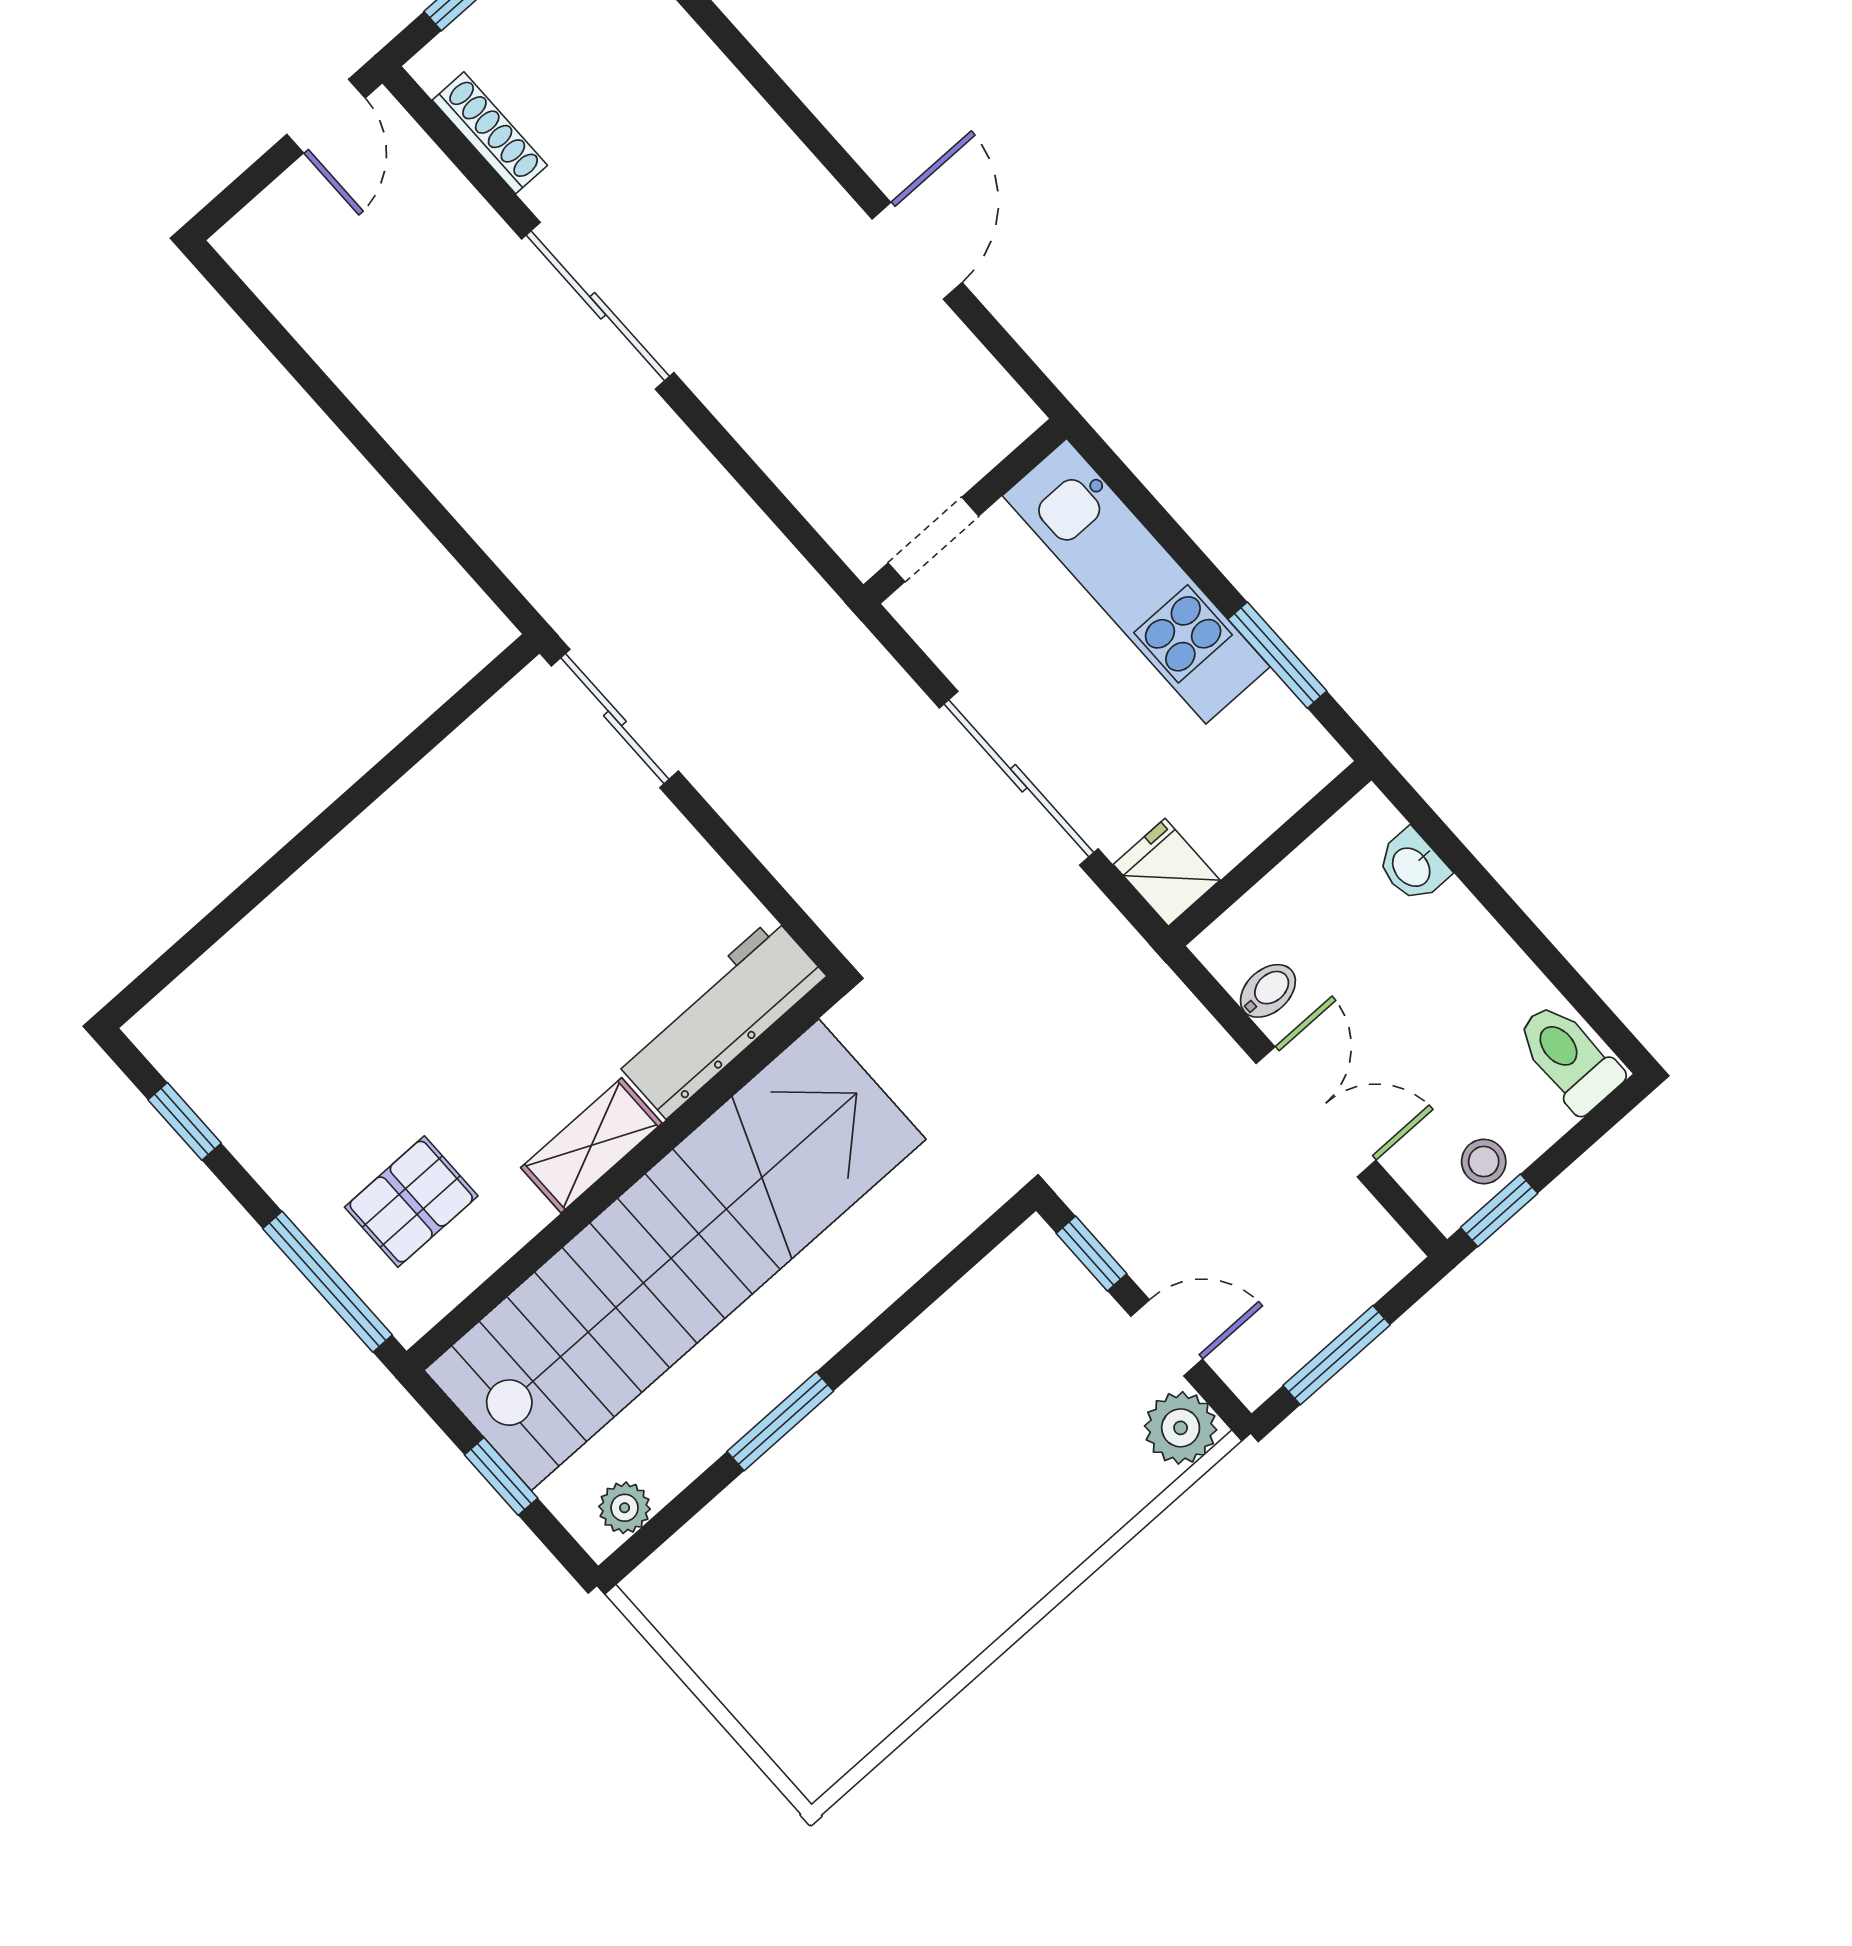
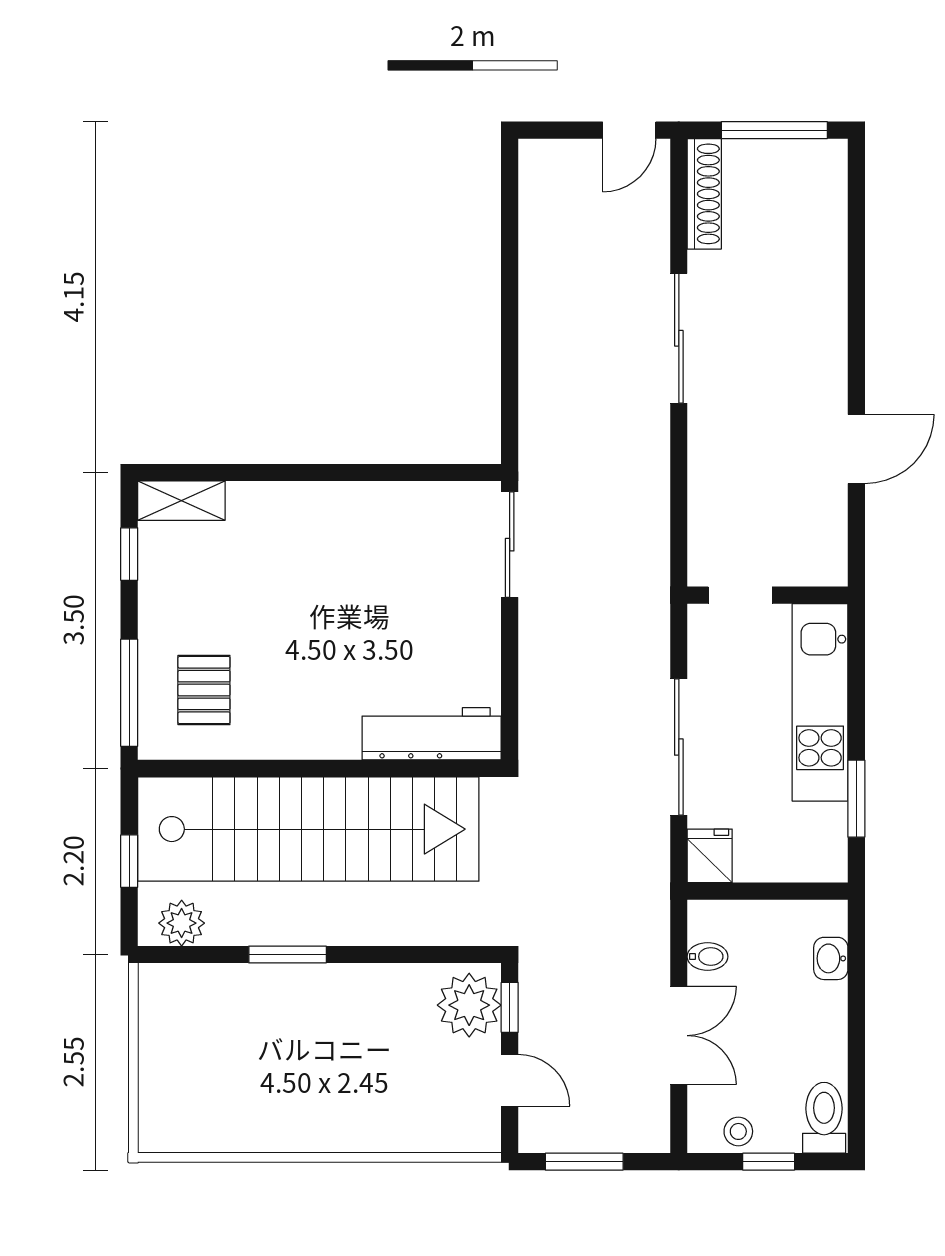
shoe rack: (490, 133) -> (704, 194), width x1.36, depth x1.24
shelving: (591, 1145) -> (181, 501), moved
pallet: (411, 1202) -> (204, 690), turned 90
window: (1499, 1210) -> (769, 1162), moved
plant: (1181, 1428) -> (469, 1005), moved, width x1.36, depth x1.36
plant: (625, 1508) -> (182, 923), width x1.38, depth x1.38

